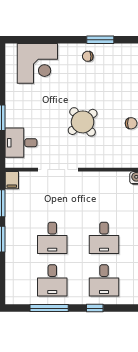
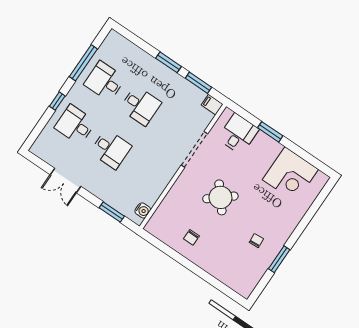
chair: (88, 56) -> (256, 241), moved
corner desk: (37, 63) -> (290, 174), moved, turned -90
desk: (52, 238) -> (140, 106), turned 180
desk: (104, 238) -> (111, 149), turned 180

